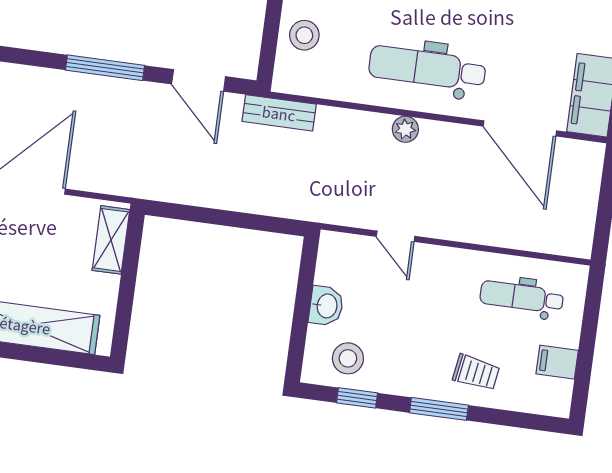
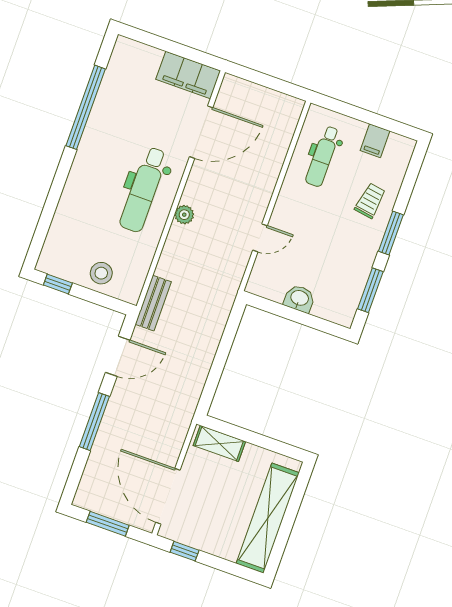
stool: (348, 358) -> (341, 291), removed
window: (357, 398) -> (370, 290), width x1.50

